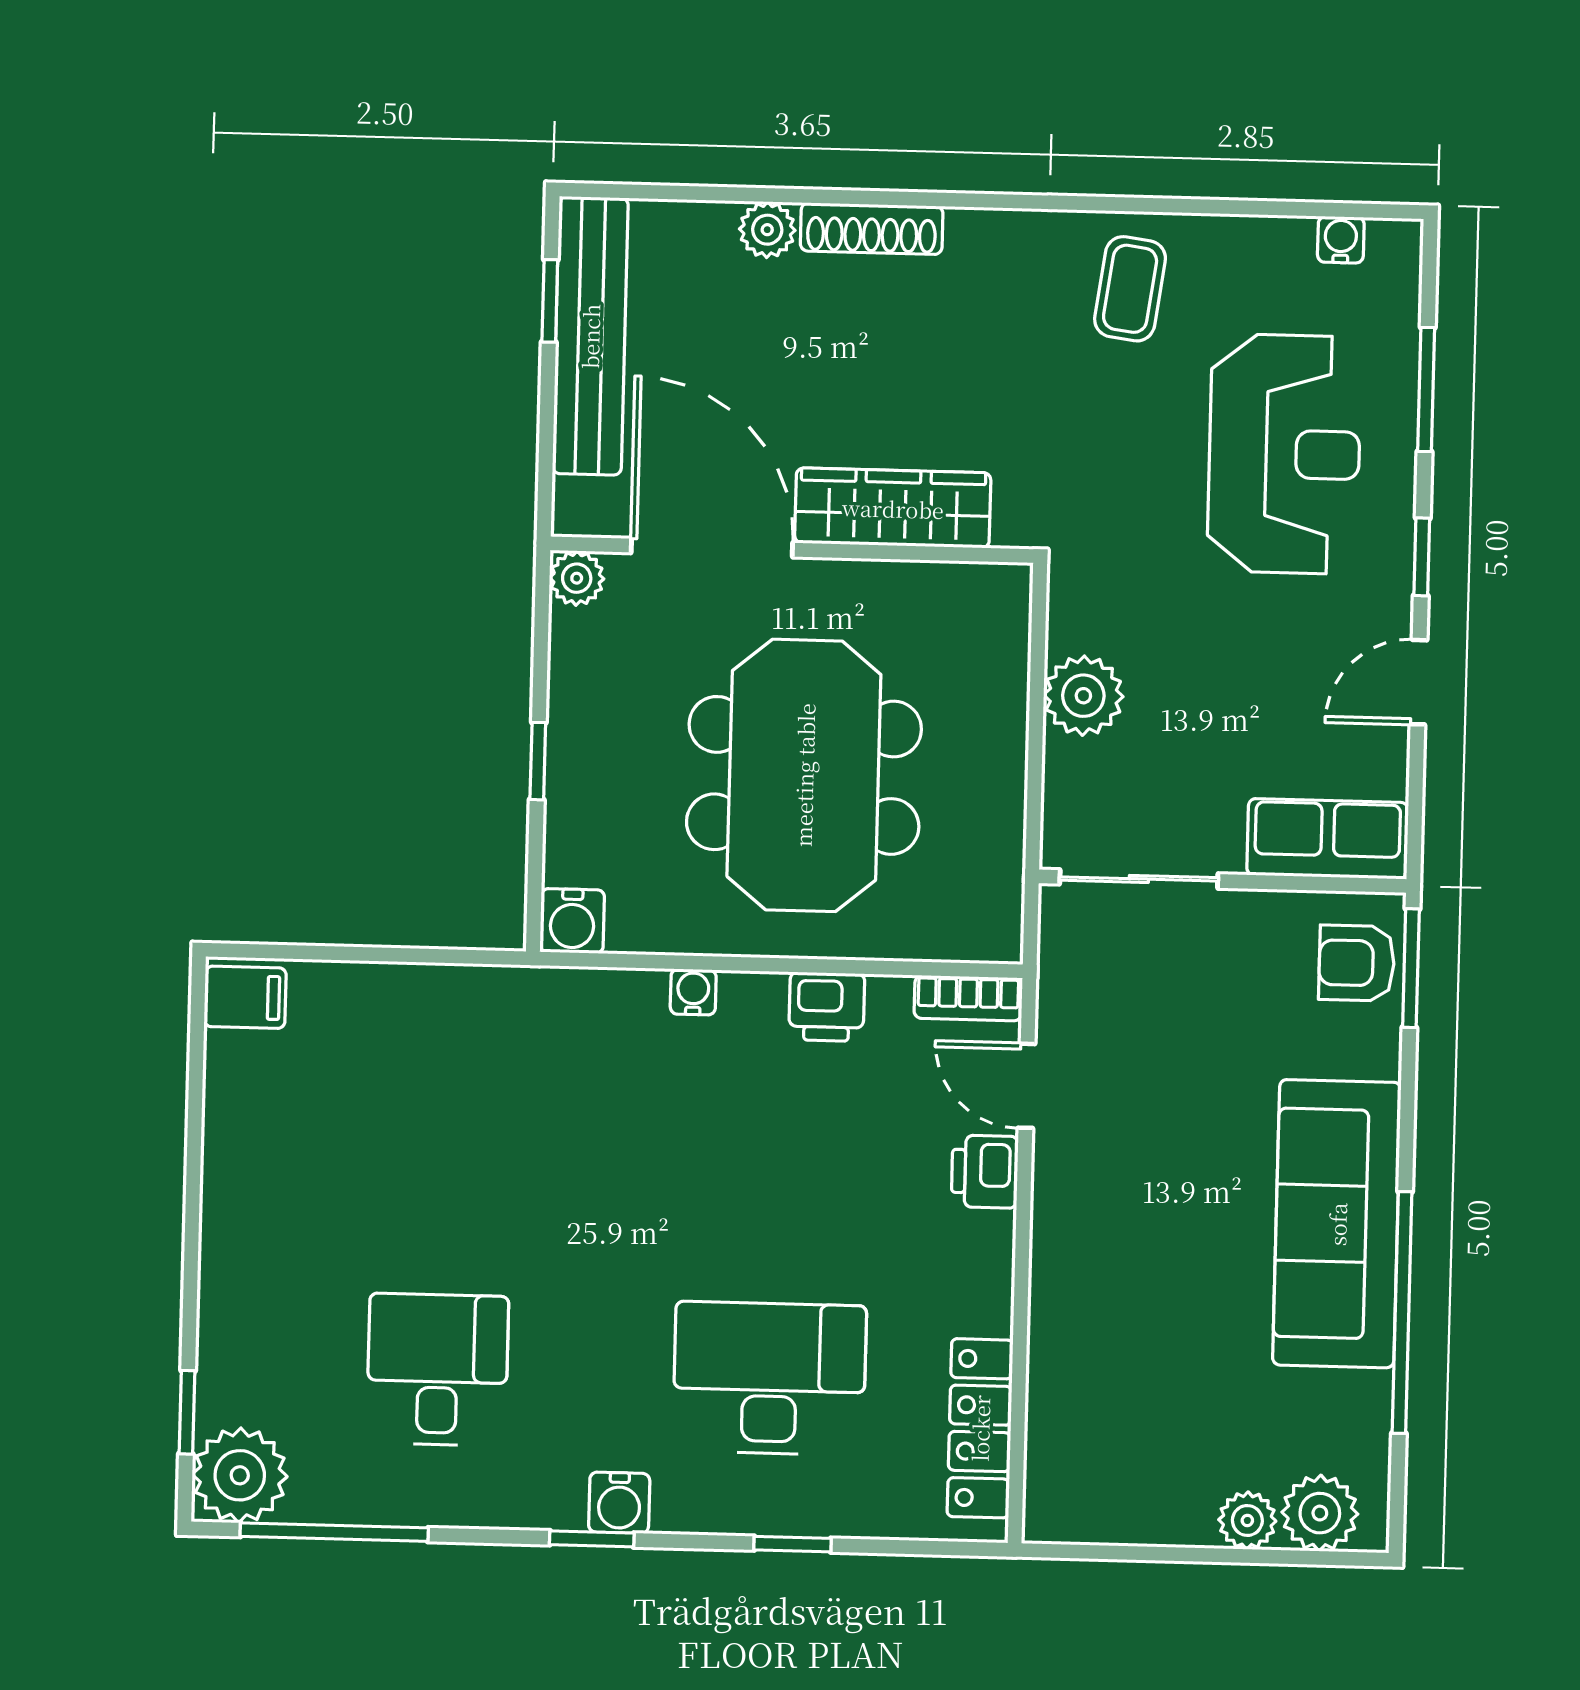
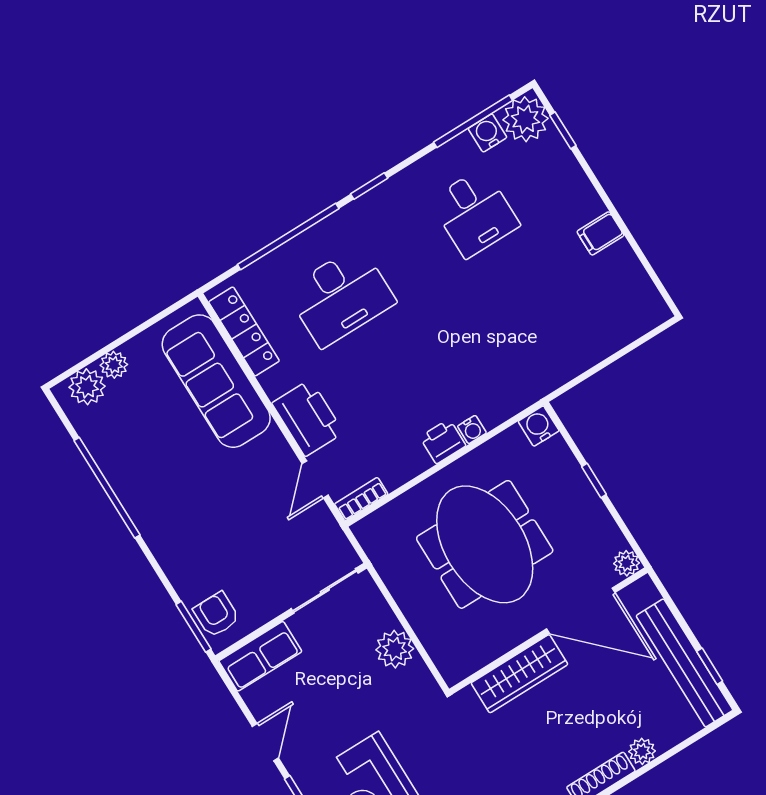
armchair: (1357, 963) -> (216, 615), turned -90
filing cabinet: (245, 997) -> (601, 233), moved
printer: (827, 1007) -> (443, 441), moved
door: (1027, 1086) -> (315, 479), swing flipped
printer: (985, 1172) -> (308, 418), width x1.87, depth x1.48
sofa: (1337, 1224) -> (216, 381), moved, turned 180
water cooler: (619, 1503) -> (488, 133), moved
window: (792, 1544) -> (288, 236), width x3.17

